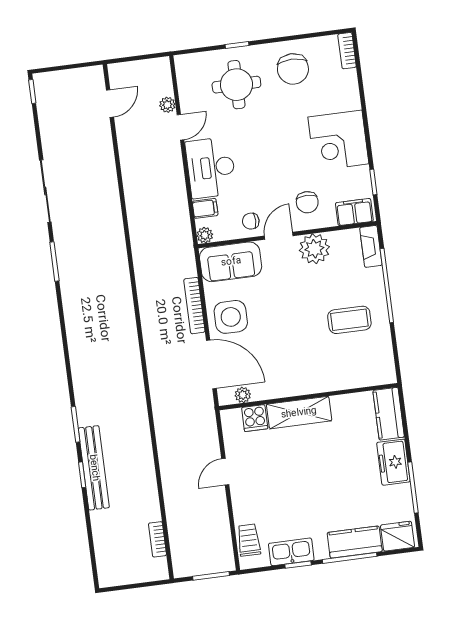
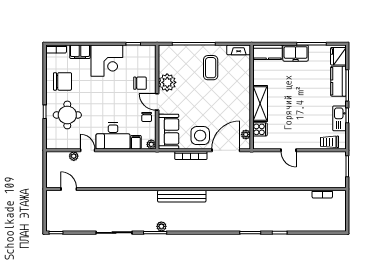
filing cabinet: (354, 212) -> (80, 52), moved, turned -90
fireplace: (371, 246) -> (239, 50), moved
plant: (66, 271) -> (161, 226), added
bench: (94, 468) -> (182, 196), moved

